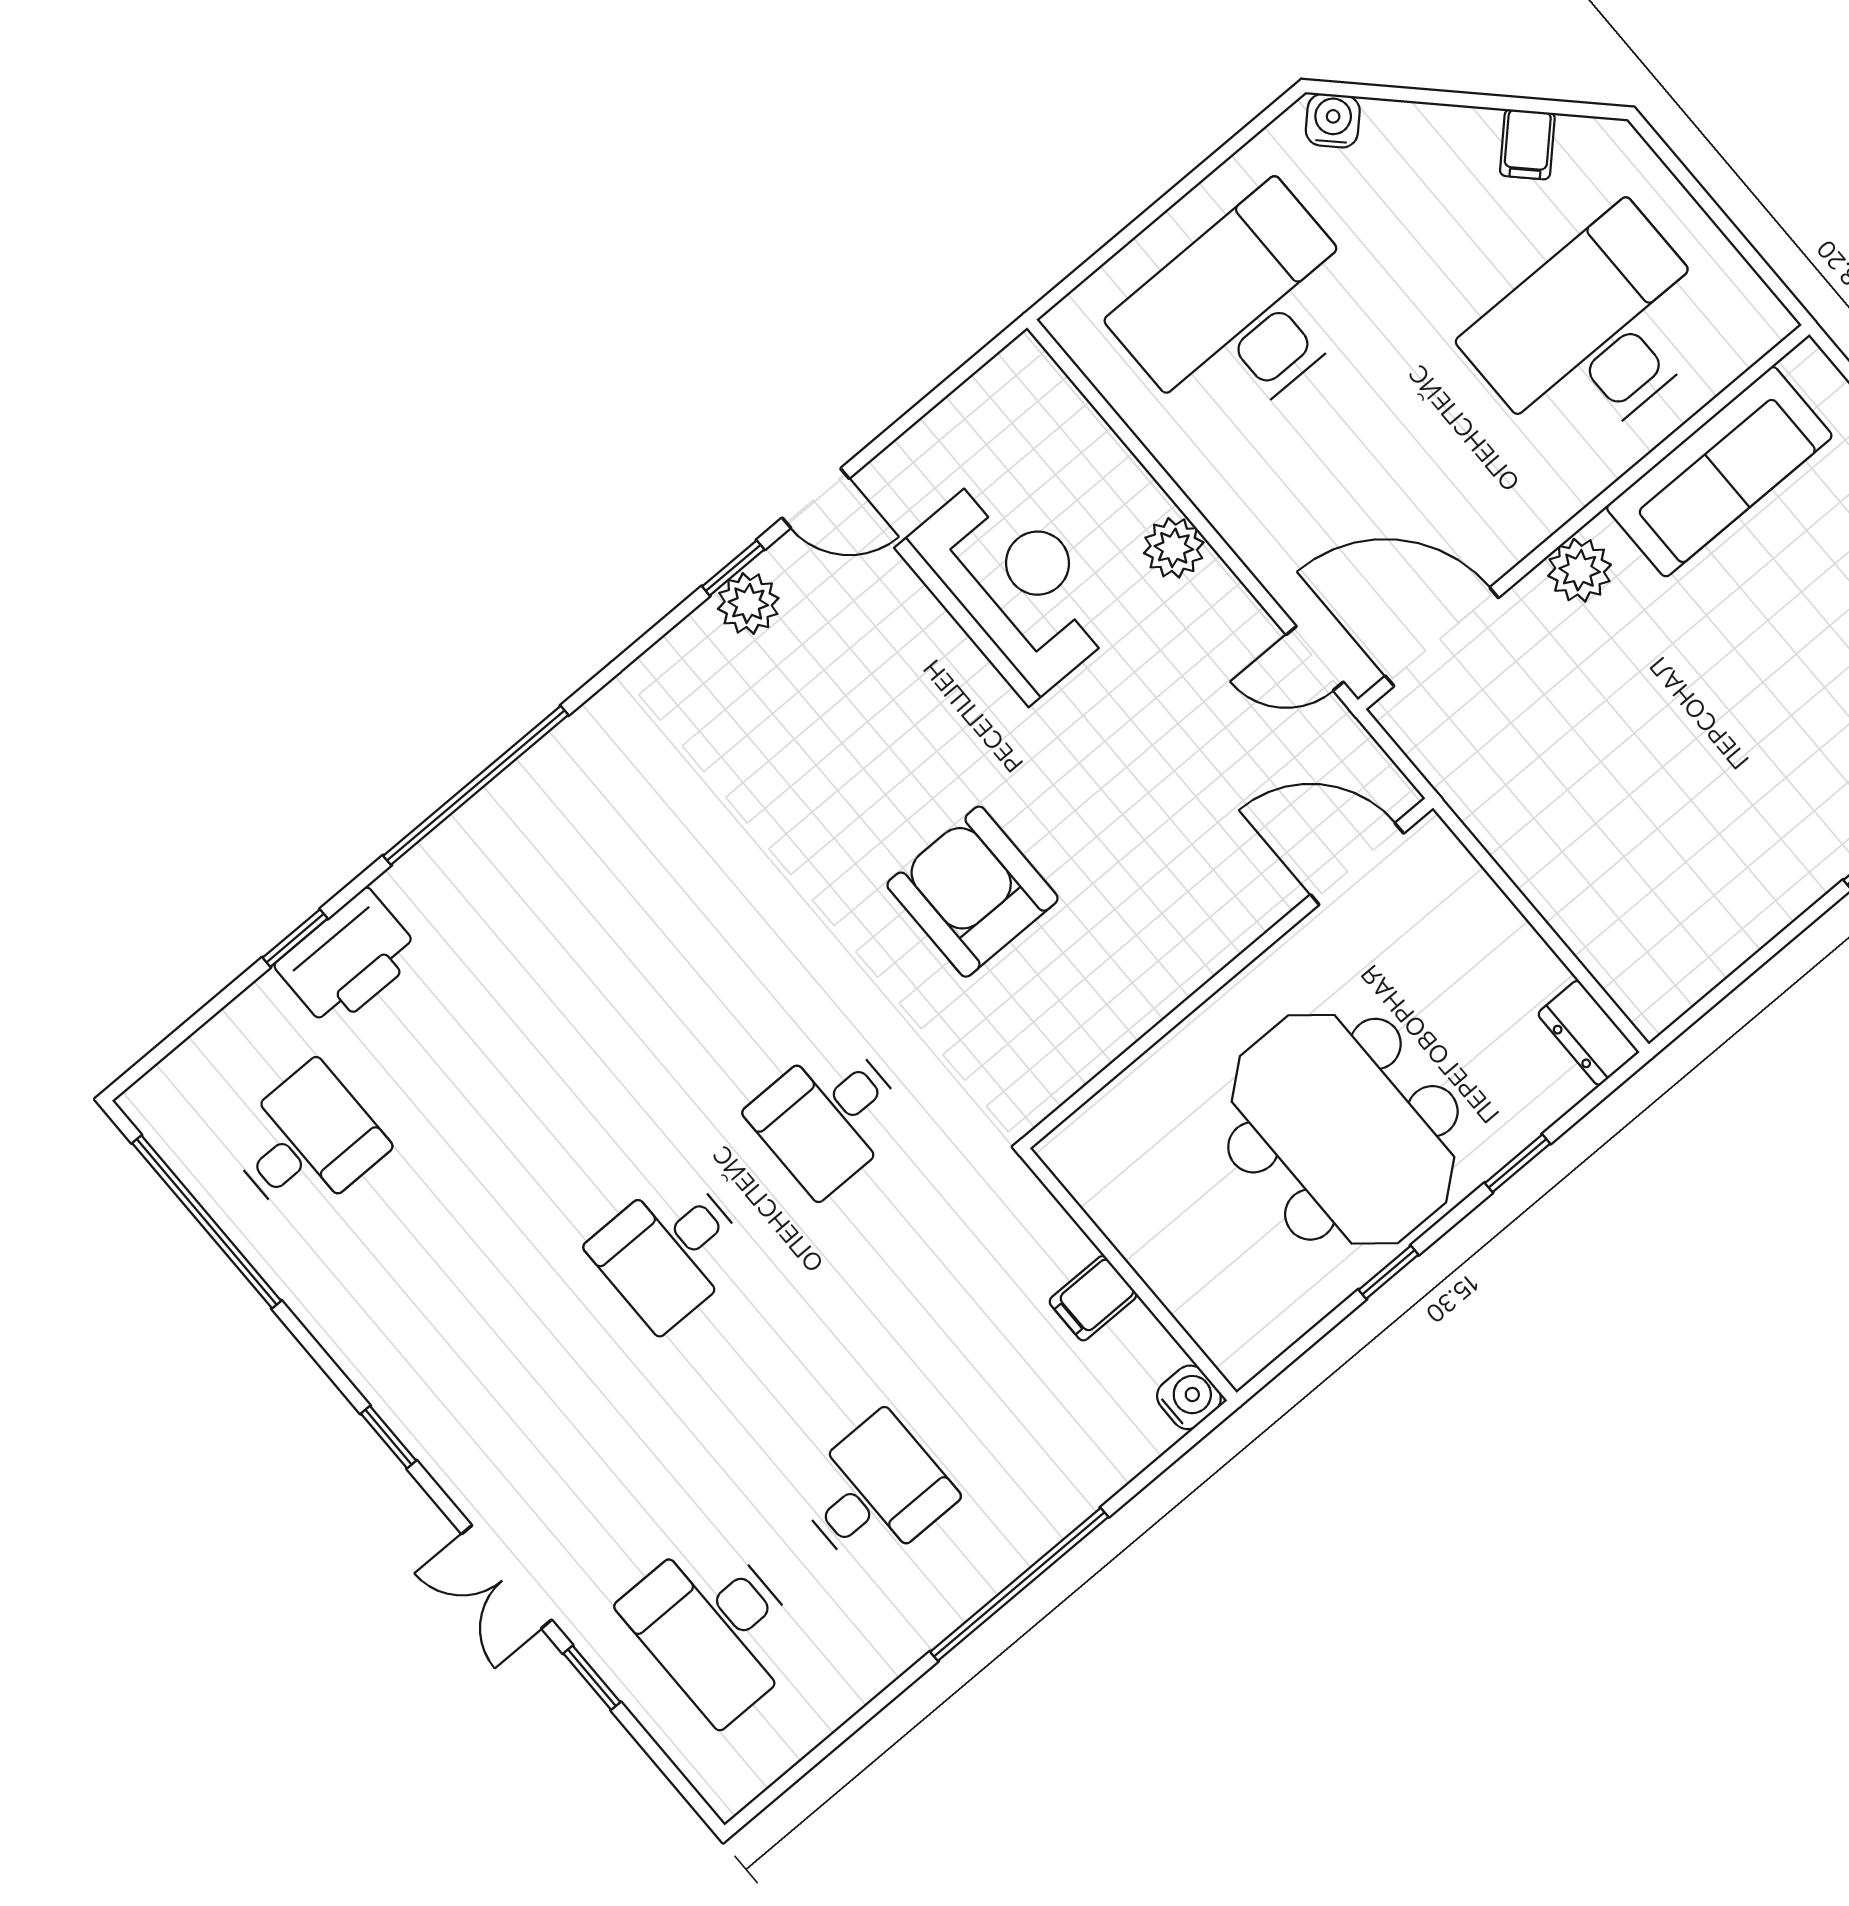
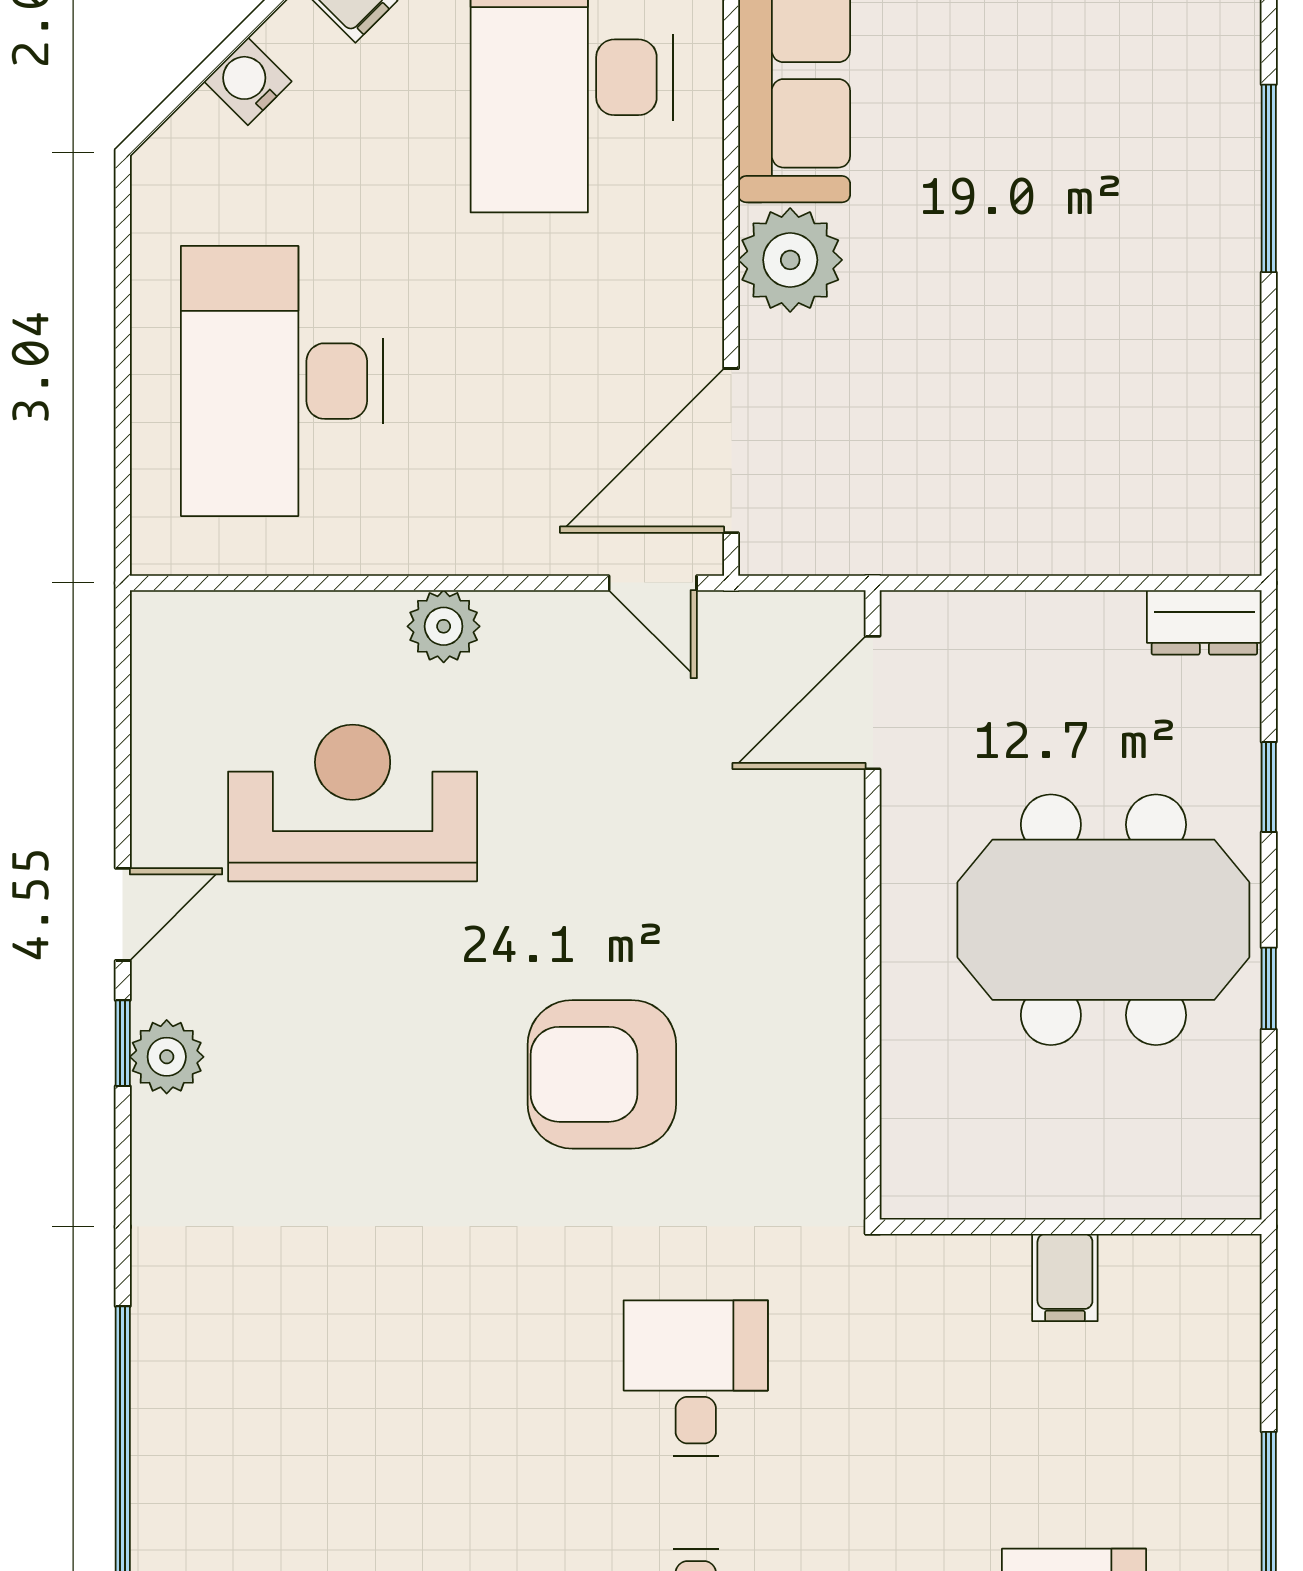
water cooler: (1333, 121) -> (248, 81), moved
plant: (1580, 570) -> (790, 260), width x1.36, depth x1.36
door: (1315, 658) -> (653, 583), hinge flipped
desk: (829, 1116) -> (696, 1378), turned 180
water cooler: (1189, 1397) -> (1229, 1266), removed

